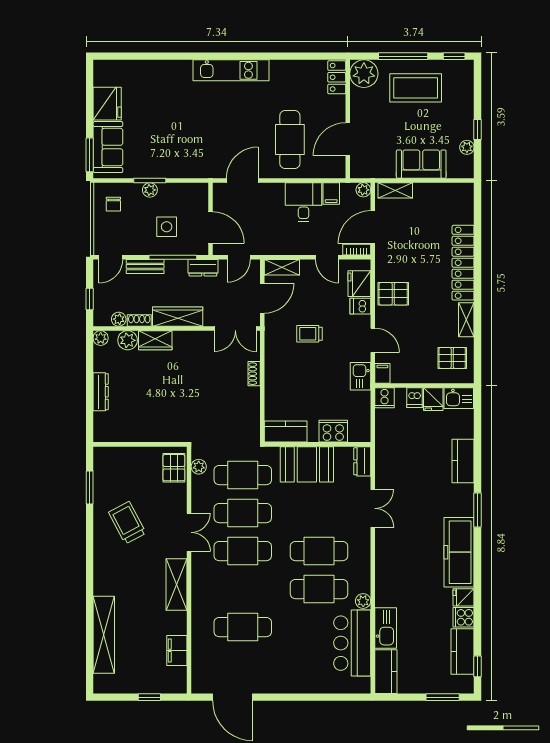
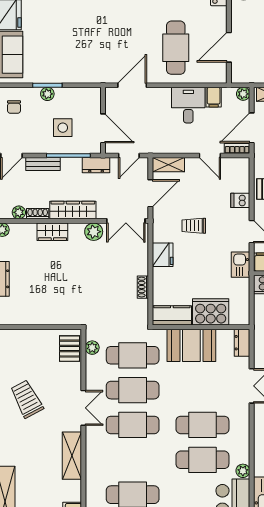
fridge: (359, 284) -> (163, 255), moved, turned 180
plant: (128, 340) -> (94, 232), moved
shoe rack: (254, 374) -> (143, 287), moved
cooker: (333, 431) -> (211, 312), width x1.37, depth x1.31

